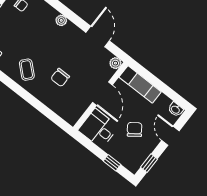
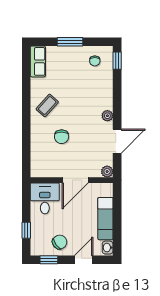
plant: (61, 20) -> (107, 116), moved
chair: (60, 77) -> (62, 137), turned -90
exam couch: (140, 84) -> (105, 219), moved
chair: (135, 129) -> (60, 242), moved

